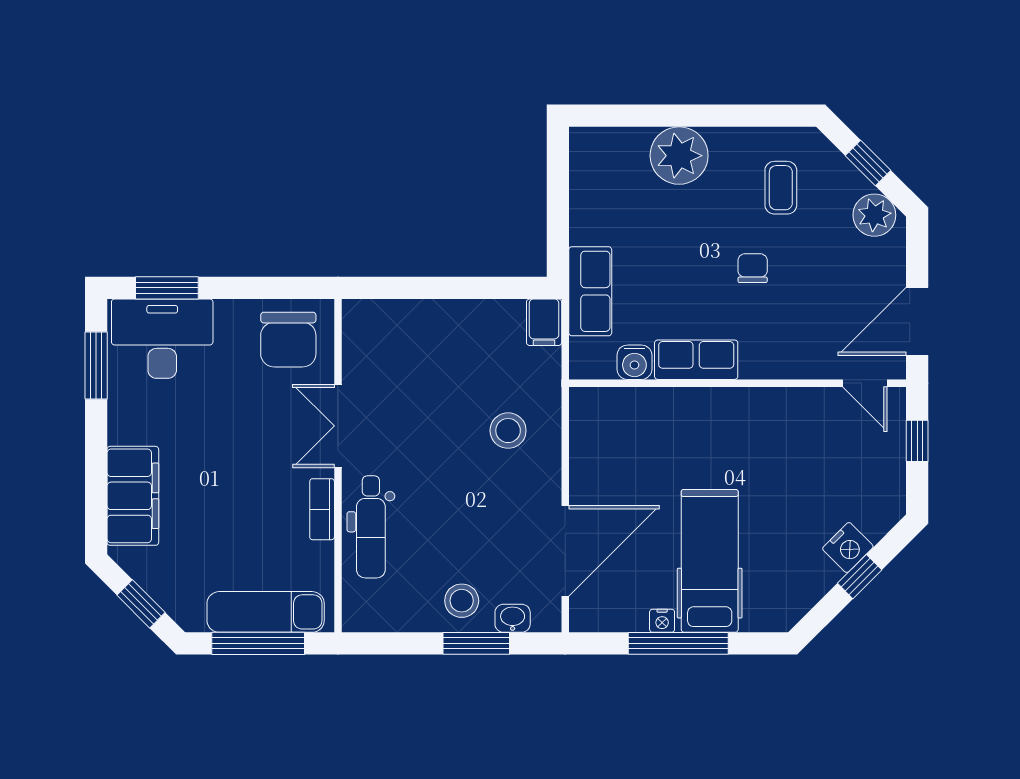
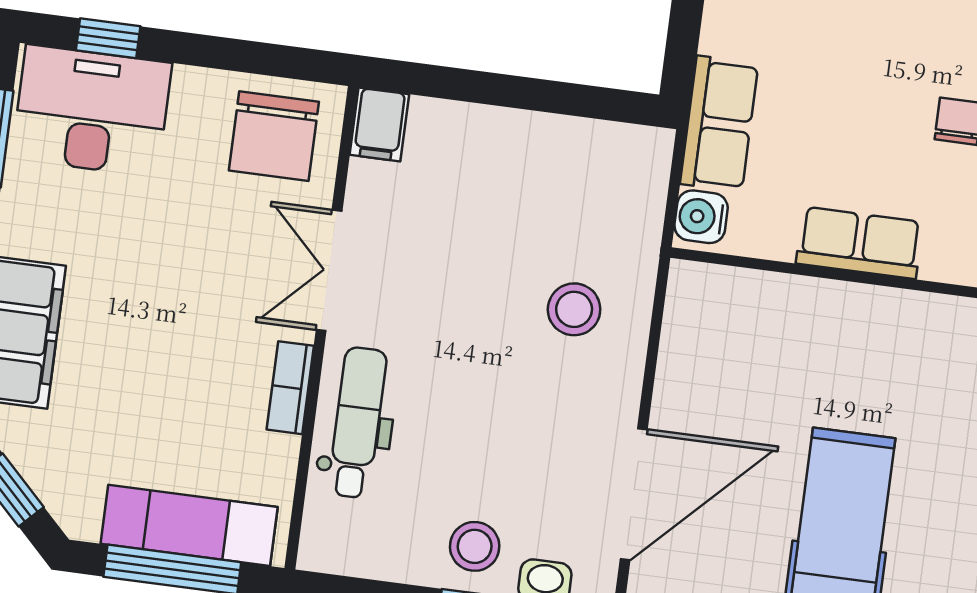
window: (167, 288) -> (108, 38), width x0.67
filing cabinet: (544, 322) -> (379, 124), moved
water cooler: (634, 362) -> (701, 217), moved, turned 90
dental chair: (371, 527) -> (357, 423), turned 180

